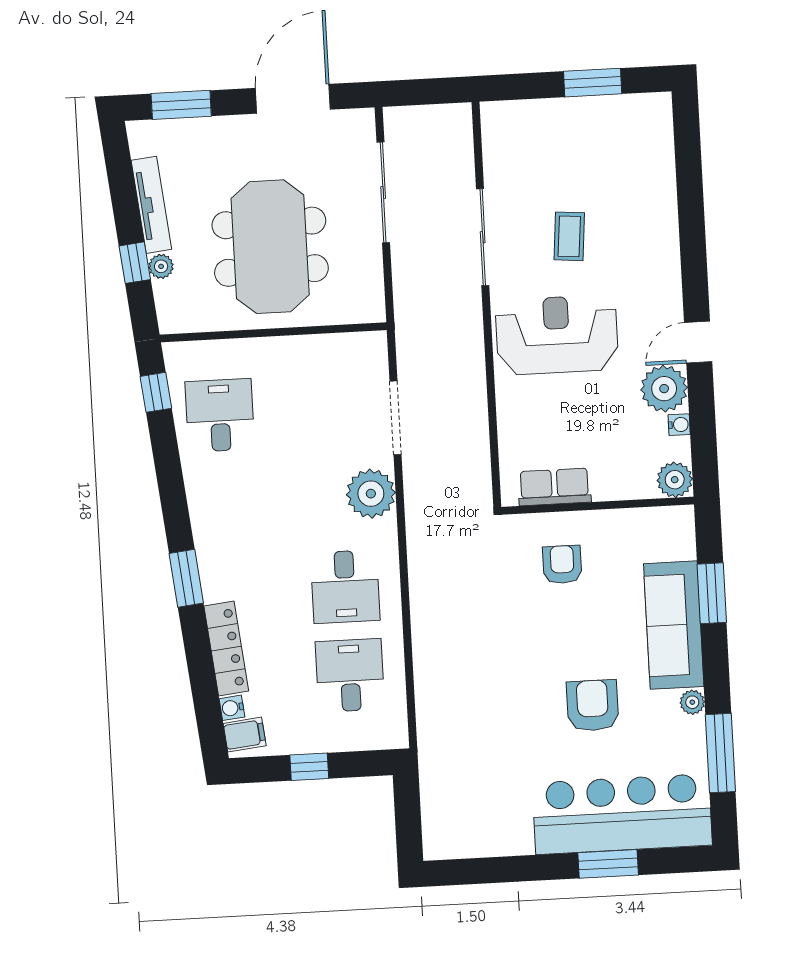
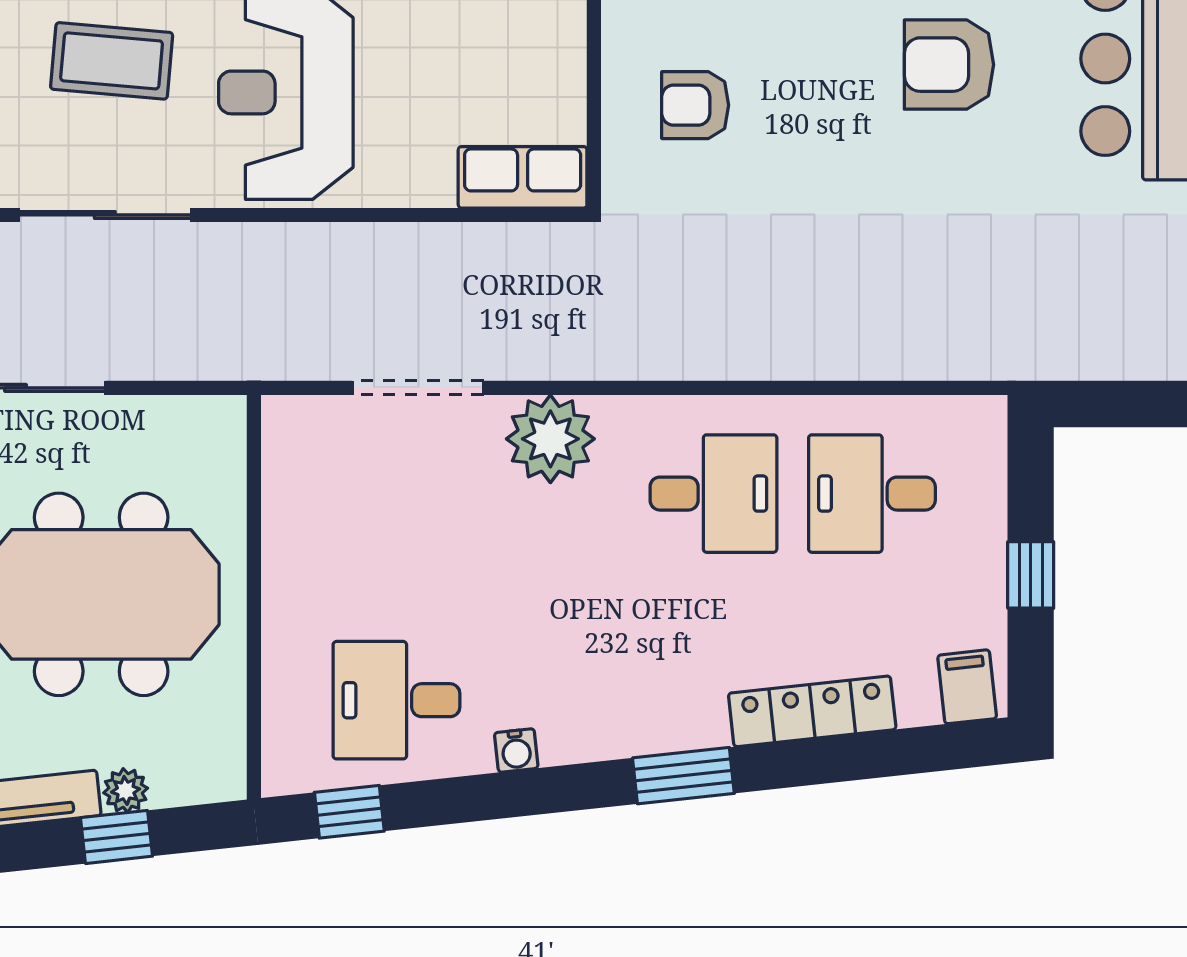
coffee table: (569, 236) -> (112, 61), width x1.36, depth x1.30
row of seats: (554, 487) -> (523, 177), moved, turned 90
water cooler: (232, 708) -> (516, 750), moved

